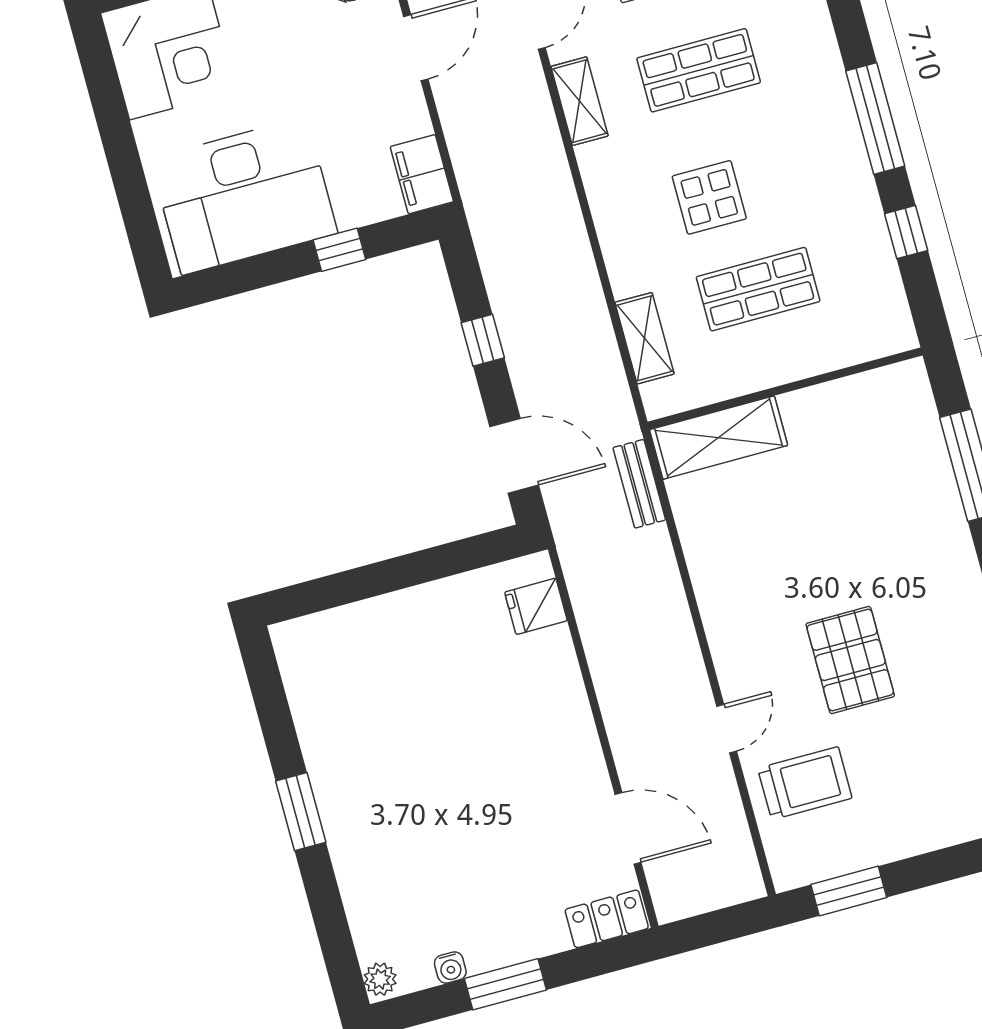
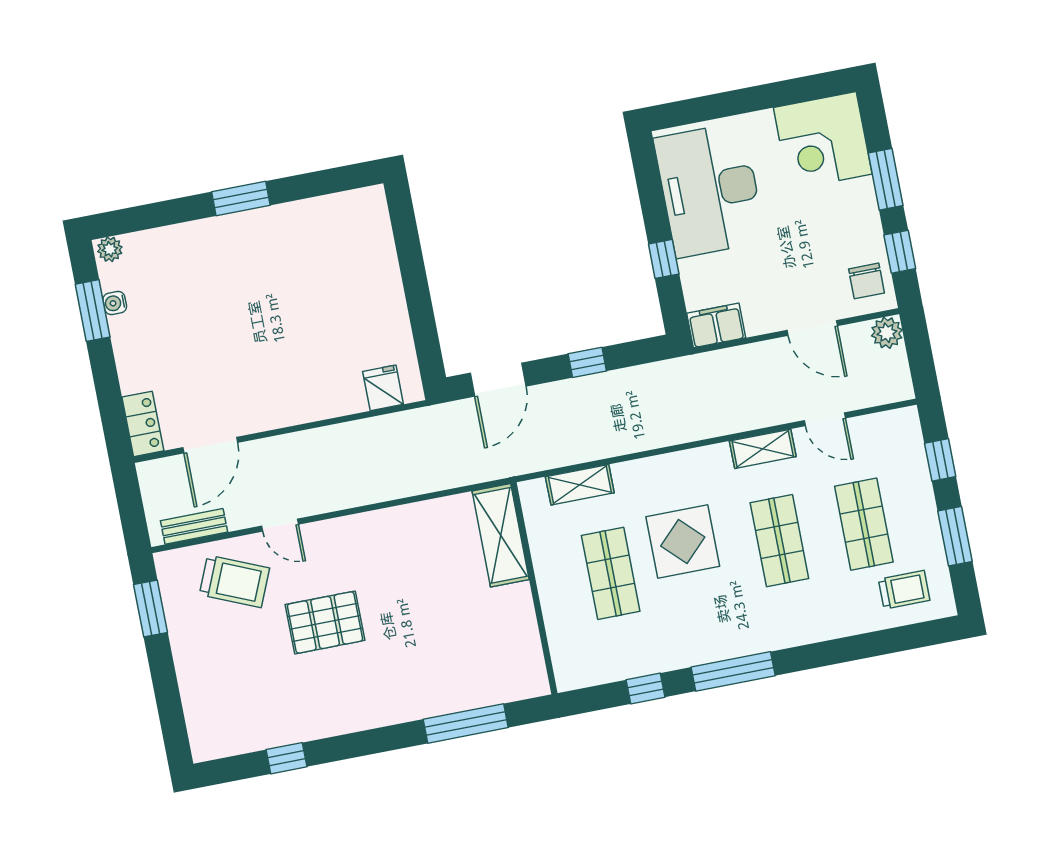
display table: (709, 197) -> (683, 542), width x1.36, depth x1.36
bench: (639, 484) -> (194, 526), moved
trolley: (805, 783) -> (234, 581), turned -67
window: (505, 984) -> (93, 311), moved

